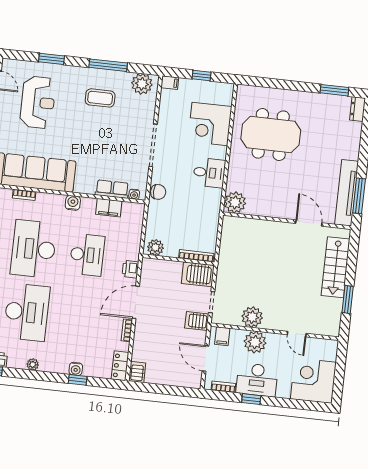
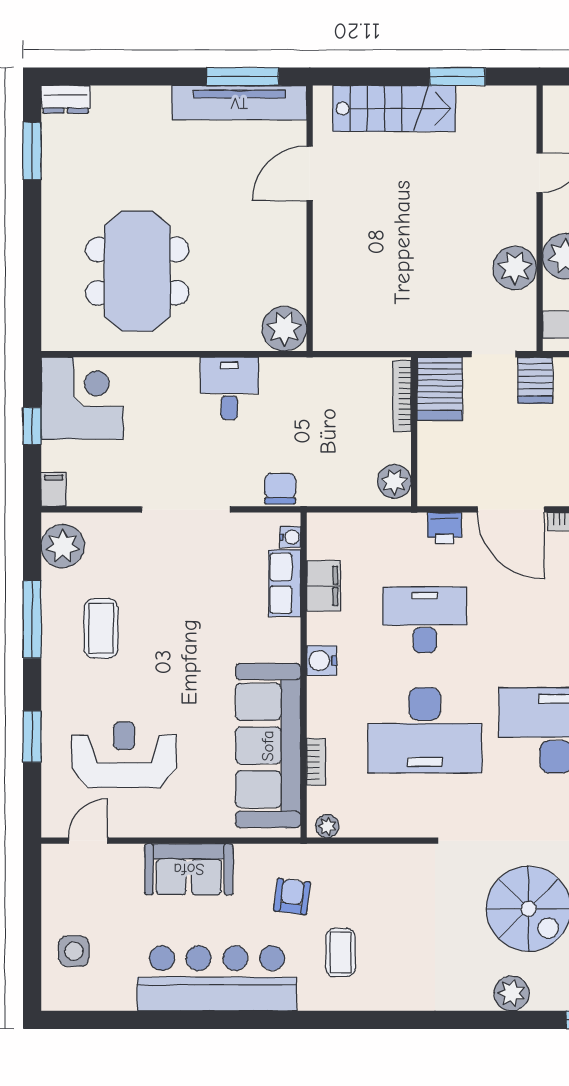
corner desk: (210, 124) -> (82, 398), moved, turned -90

